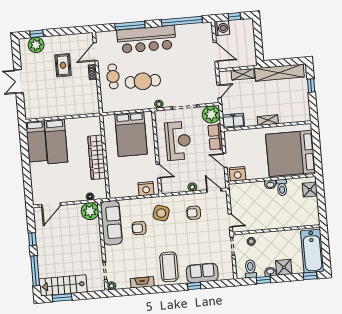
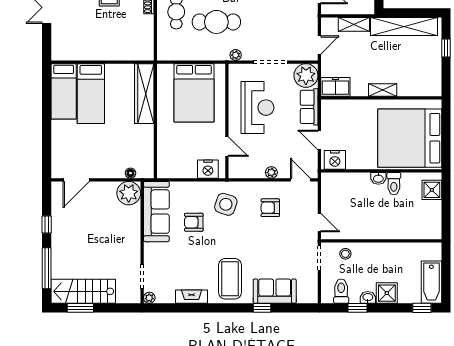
wardrobe: (97, 157) -> (144, 94), moved
bathtub: (312, 251) -> (431, 282), width x0.73, depth x0.73

